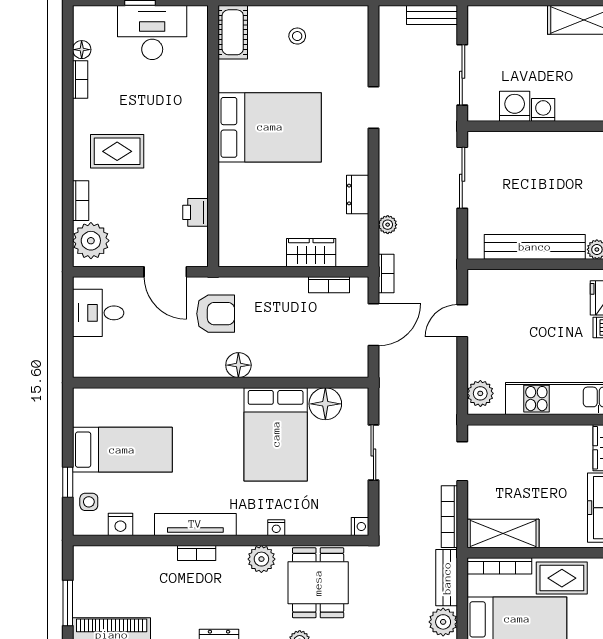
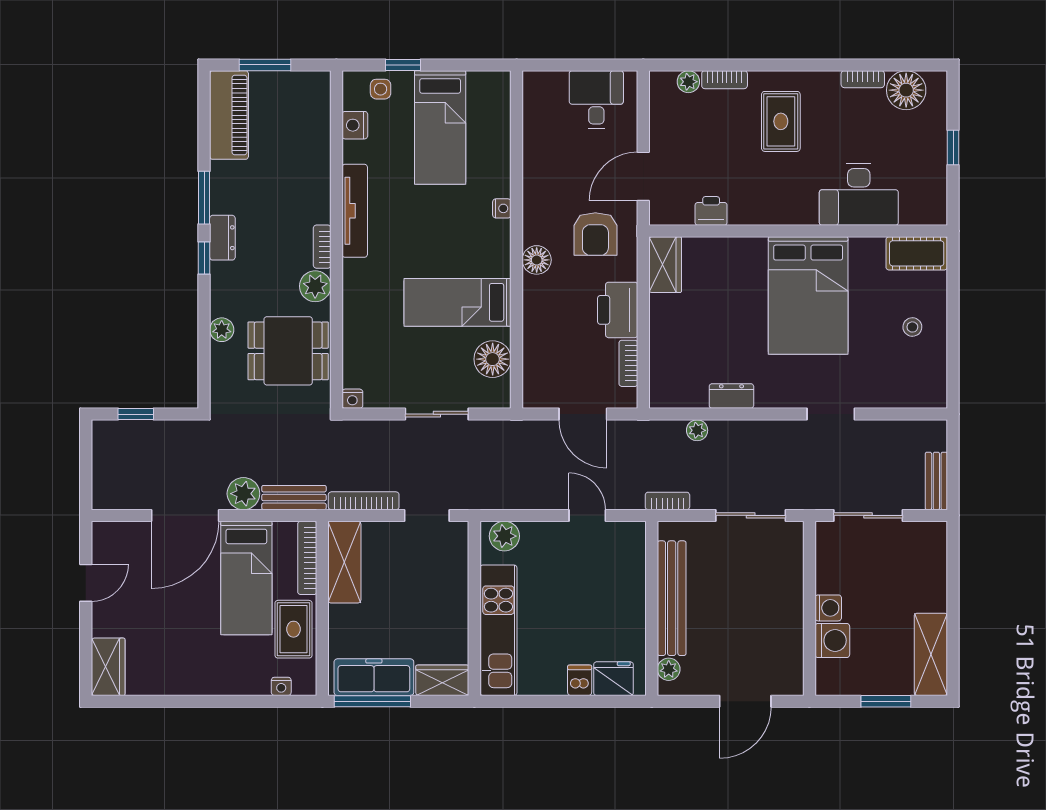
desk: (152, 33) -> (859, 194), moved, turned 90
floor lamp: (82, 50) -> (906, 90), width x1.89, depth x1.89
washing machine: (515, 106) -> (832, 640), moved
plant: (91, 241) -> (688, 82), width x0.53, depth x0.53
wardrobe: (311, 253) -> (665, 265), moved
bookcase: (386, 273) -> (667, 501), moved, turned 180
printer: (282, 294) -> (618, 310), added
bed: (276, 434) -> (458, 302), width x0.67
nightstand: (276, 528) -> (502, 208), moved, turned 180
bookcase: (197, 553) -> (322, 247), moved

